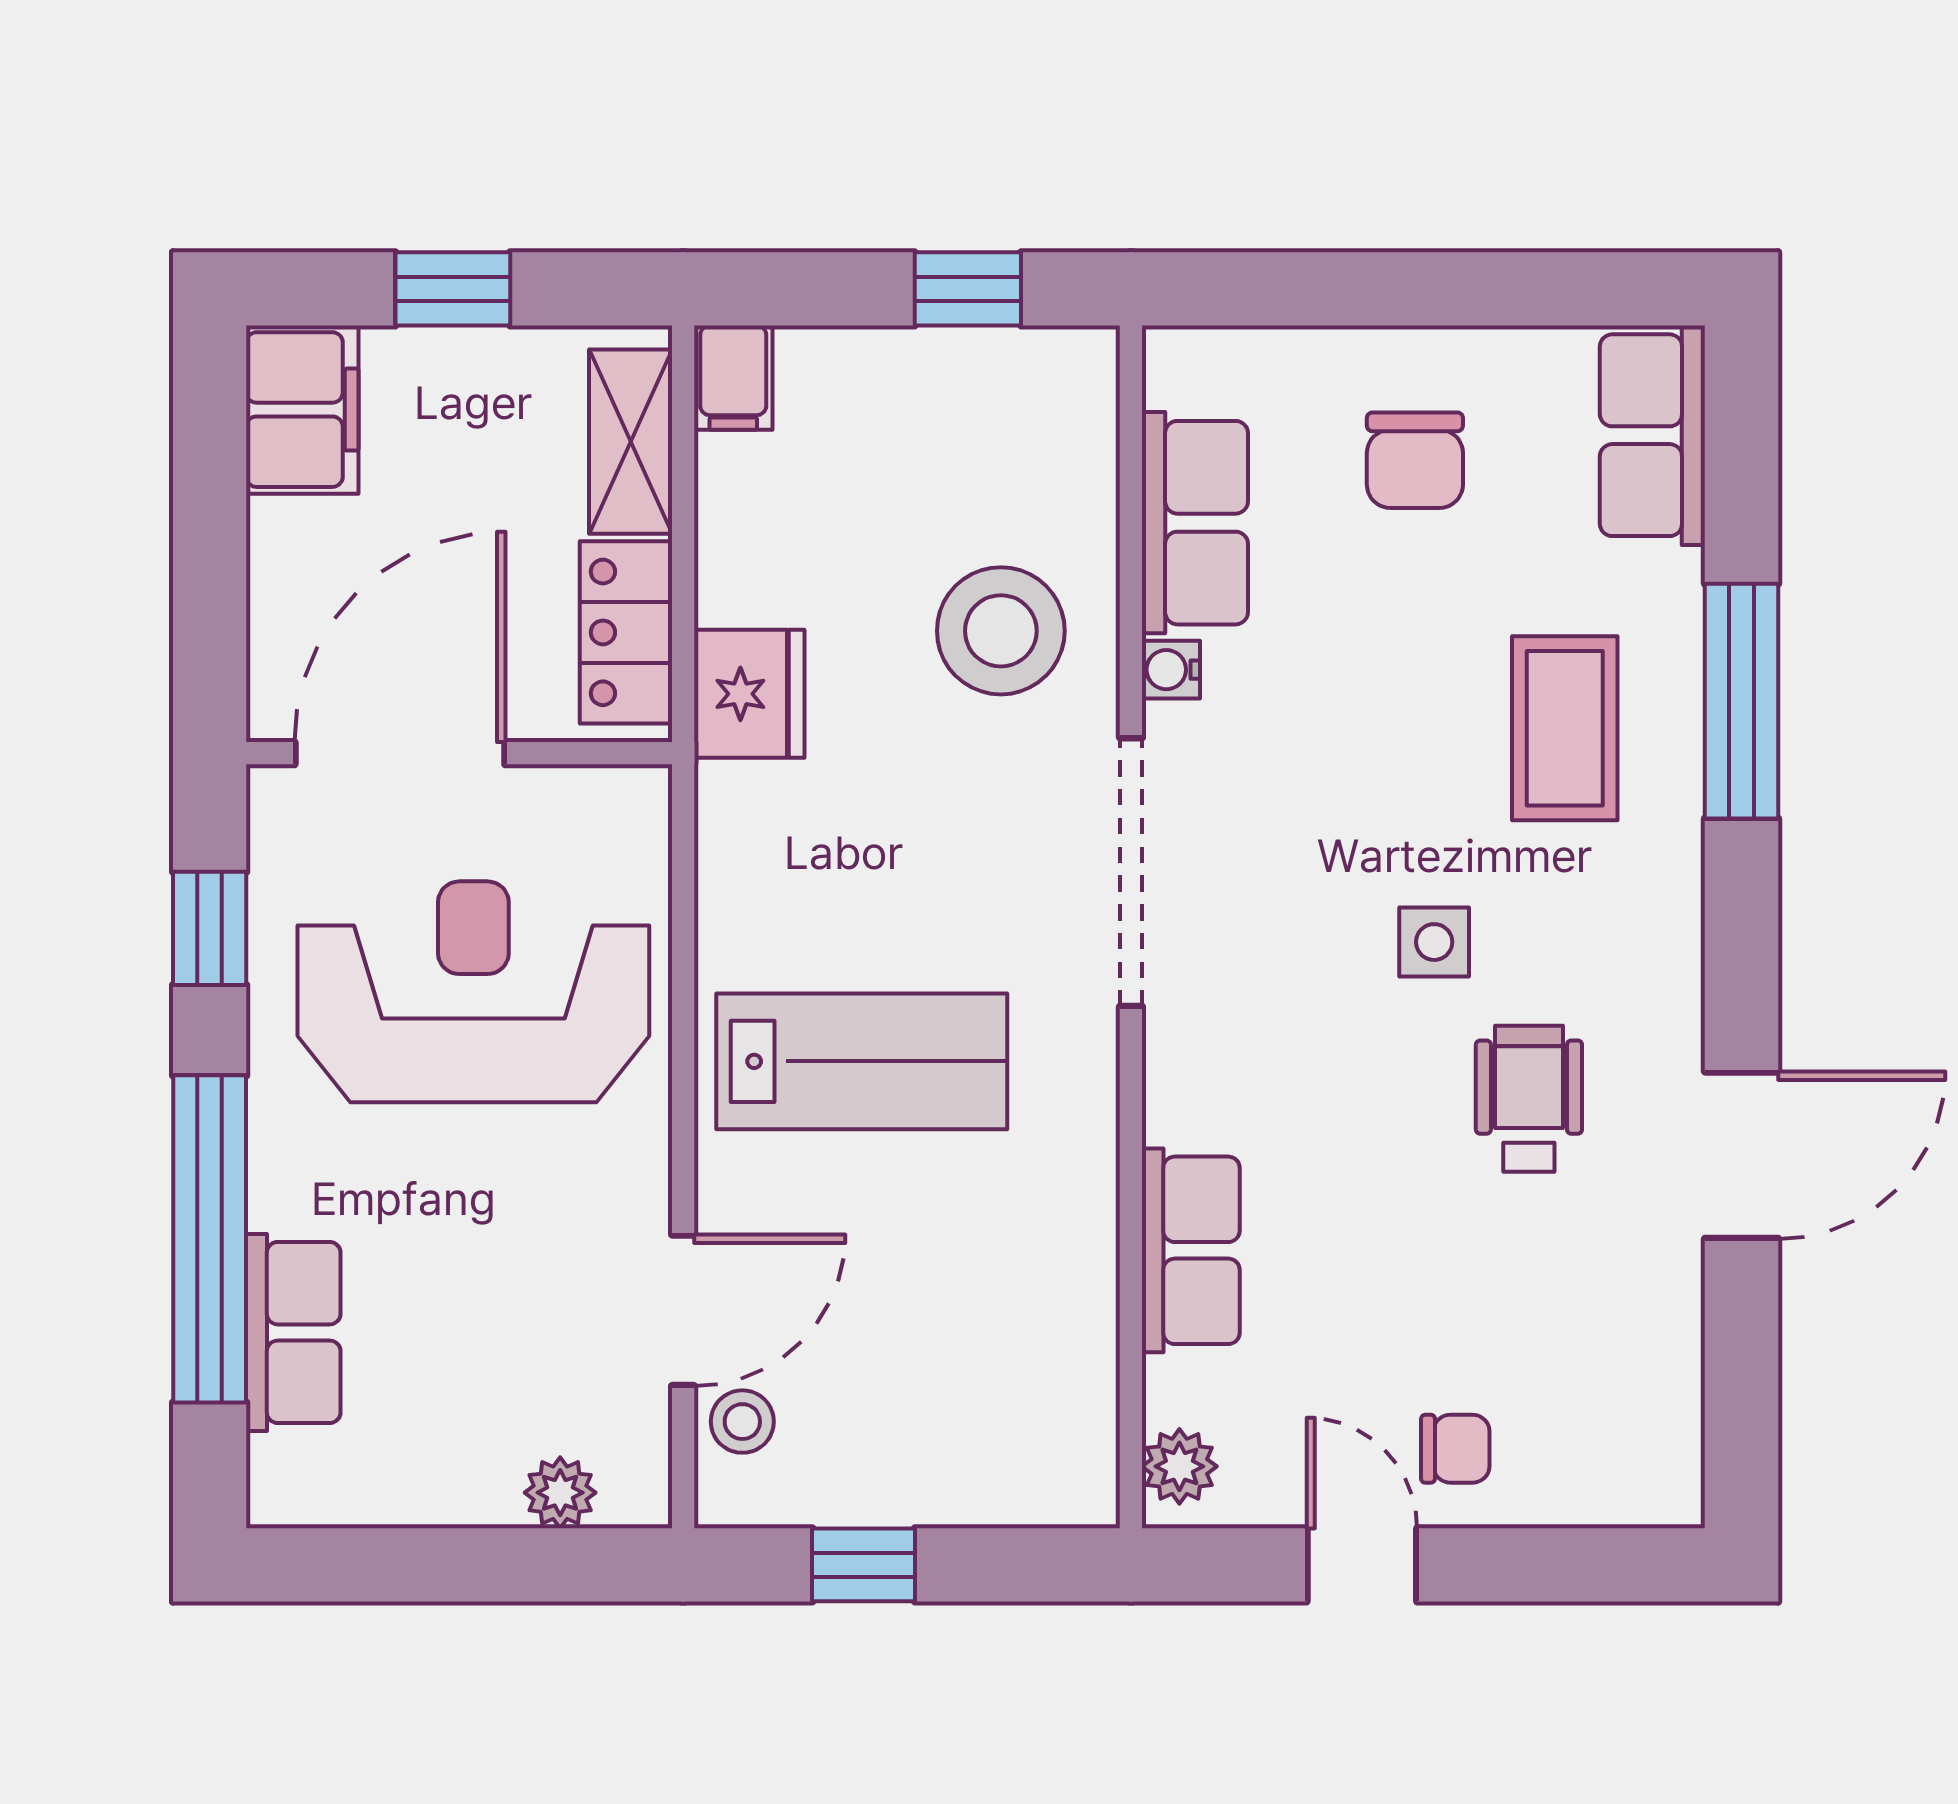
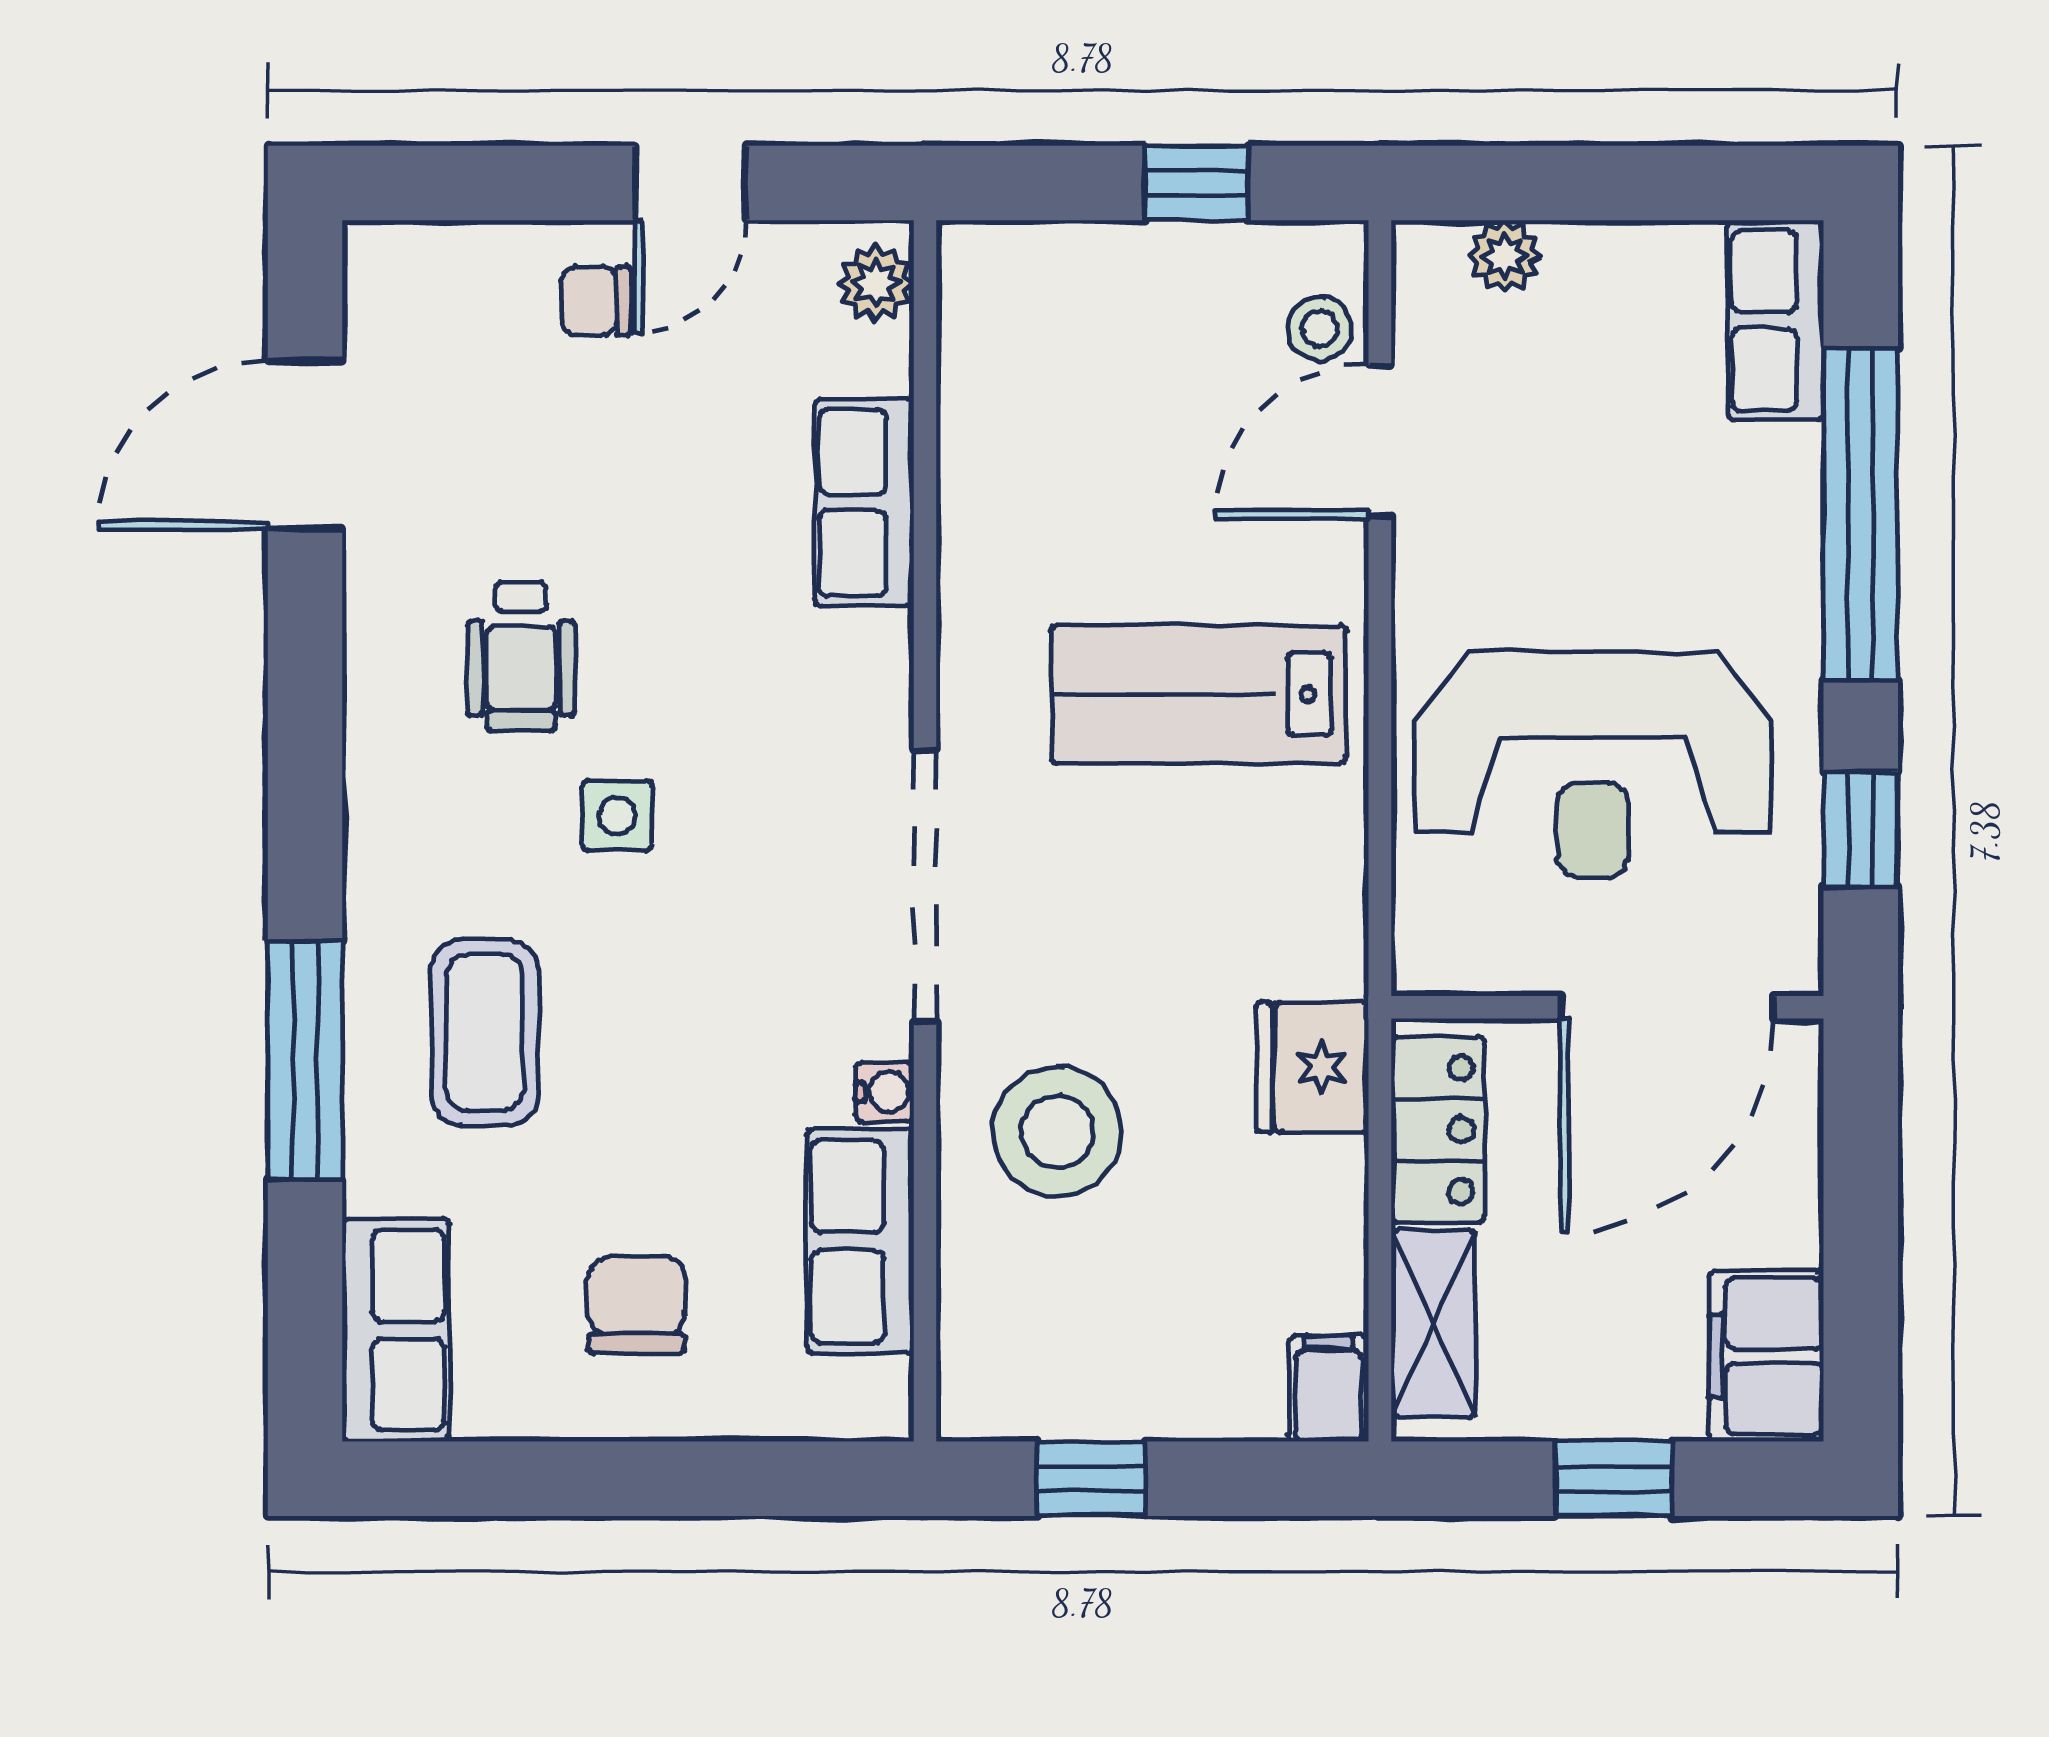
door: (1742, 1155) -> (305, 445), moved
row of seats: (293, 1332) -> (1776, 320), moved
door: (1362, 1565) -> (691, 183), hinge flipped

